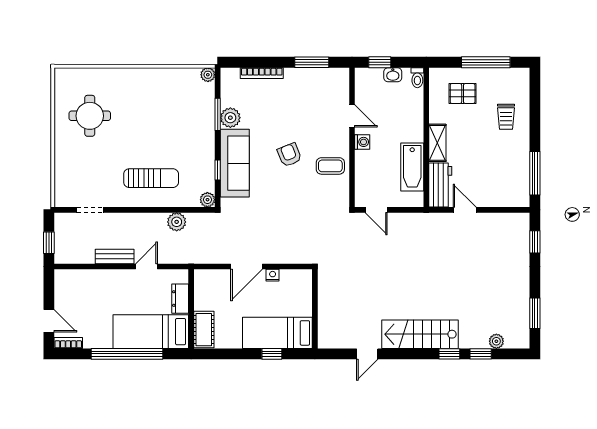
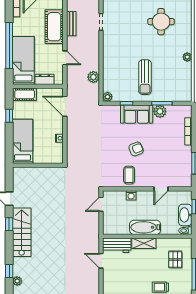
plant: (208, 75) -> (187, 57), moved
washbasin: (393, 75) -> (185, 215), width x1.91, depth x1.45
washing machine: (362, 142) -> (131, 195), moved
sofa: (235, 163) -> (137, 114), width x0.73
bathtub: (412, 167) -> (145, 227), moved
sun lounger: (151, 178) -> (145, 77), moved
door: (465, 210) -> (101, 261), swing flipped
bench: (115, 256) -> (71, 24), moved
door: (247, 266) -> (65, 106), moved
cot: (98, 283) -> (54, 27), added
window: (272, 354) -> (9, 116), moved
window: (449, 354) -> (9, 224), moved

